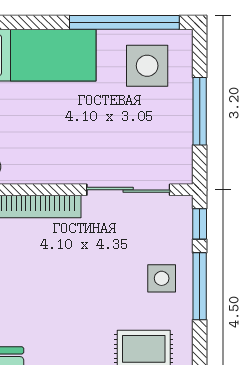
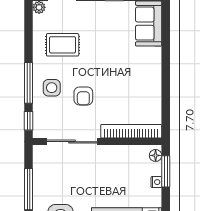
armchair: (109, 265) -> (83, 96), added

